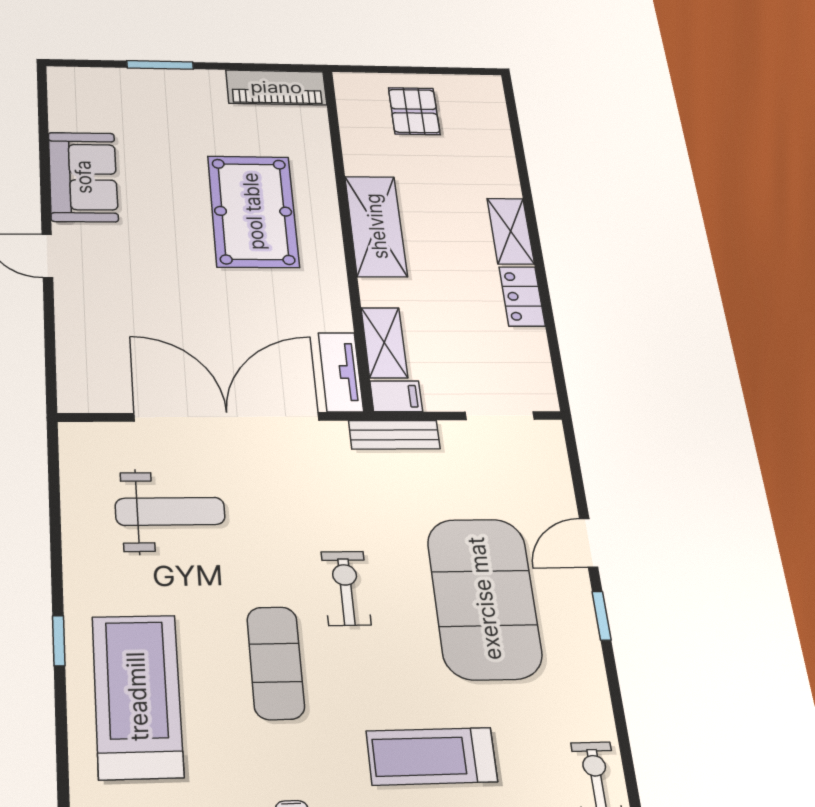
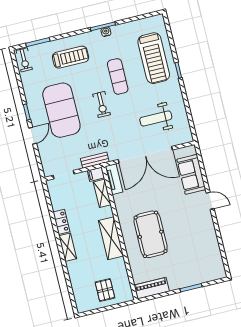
sofa: (83, 177) -> (191, 174), moved

